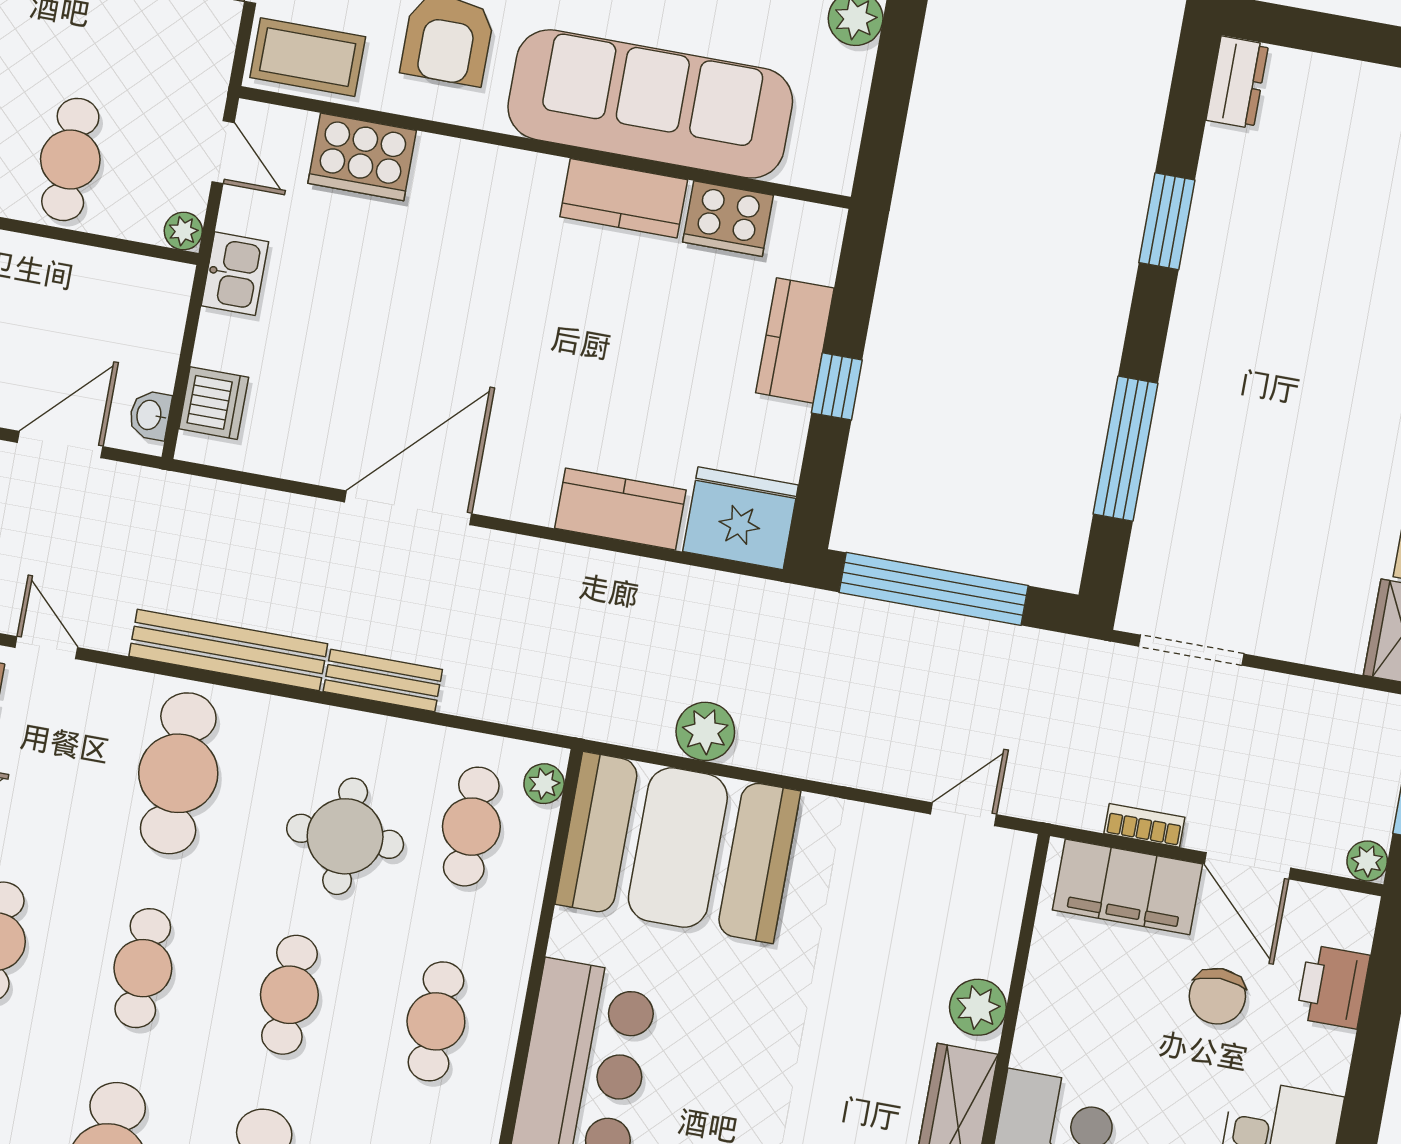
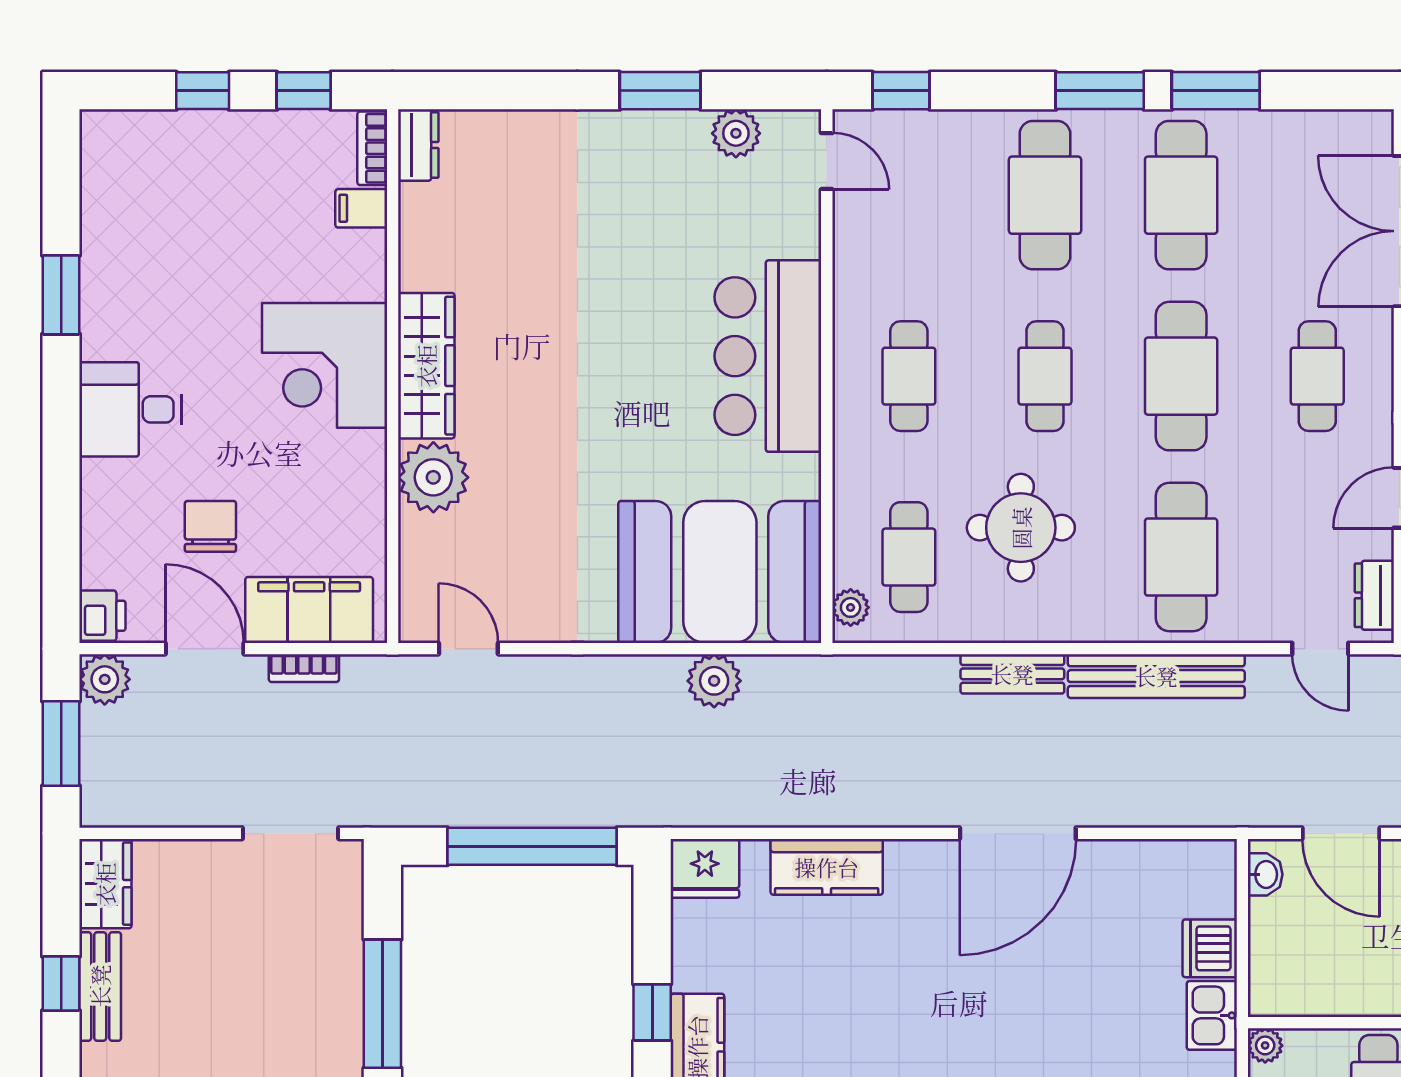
dishwasher: (214, 403) -> (1210, 948), moved
door: (60, 445) -> (1341, 833), hinge flipped
fridge: (741, 518) -> (705, 868), width x0.73, depth x0.75
door: (963, 814) -> (468, 649), swing flipped
plant: (1367, 861) -> (105, 679), width x1.38, depth x1.38
cafe table: (143, 968) -> (1181, 376), width x1.37, depth x1.35
printer: (1333, 987) -> (102, 616), moved, width x0.73, depth x0.81
plant: (978, 1007) -> (433, 477), width x1.36, depth x1.36

